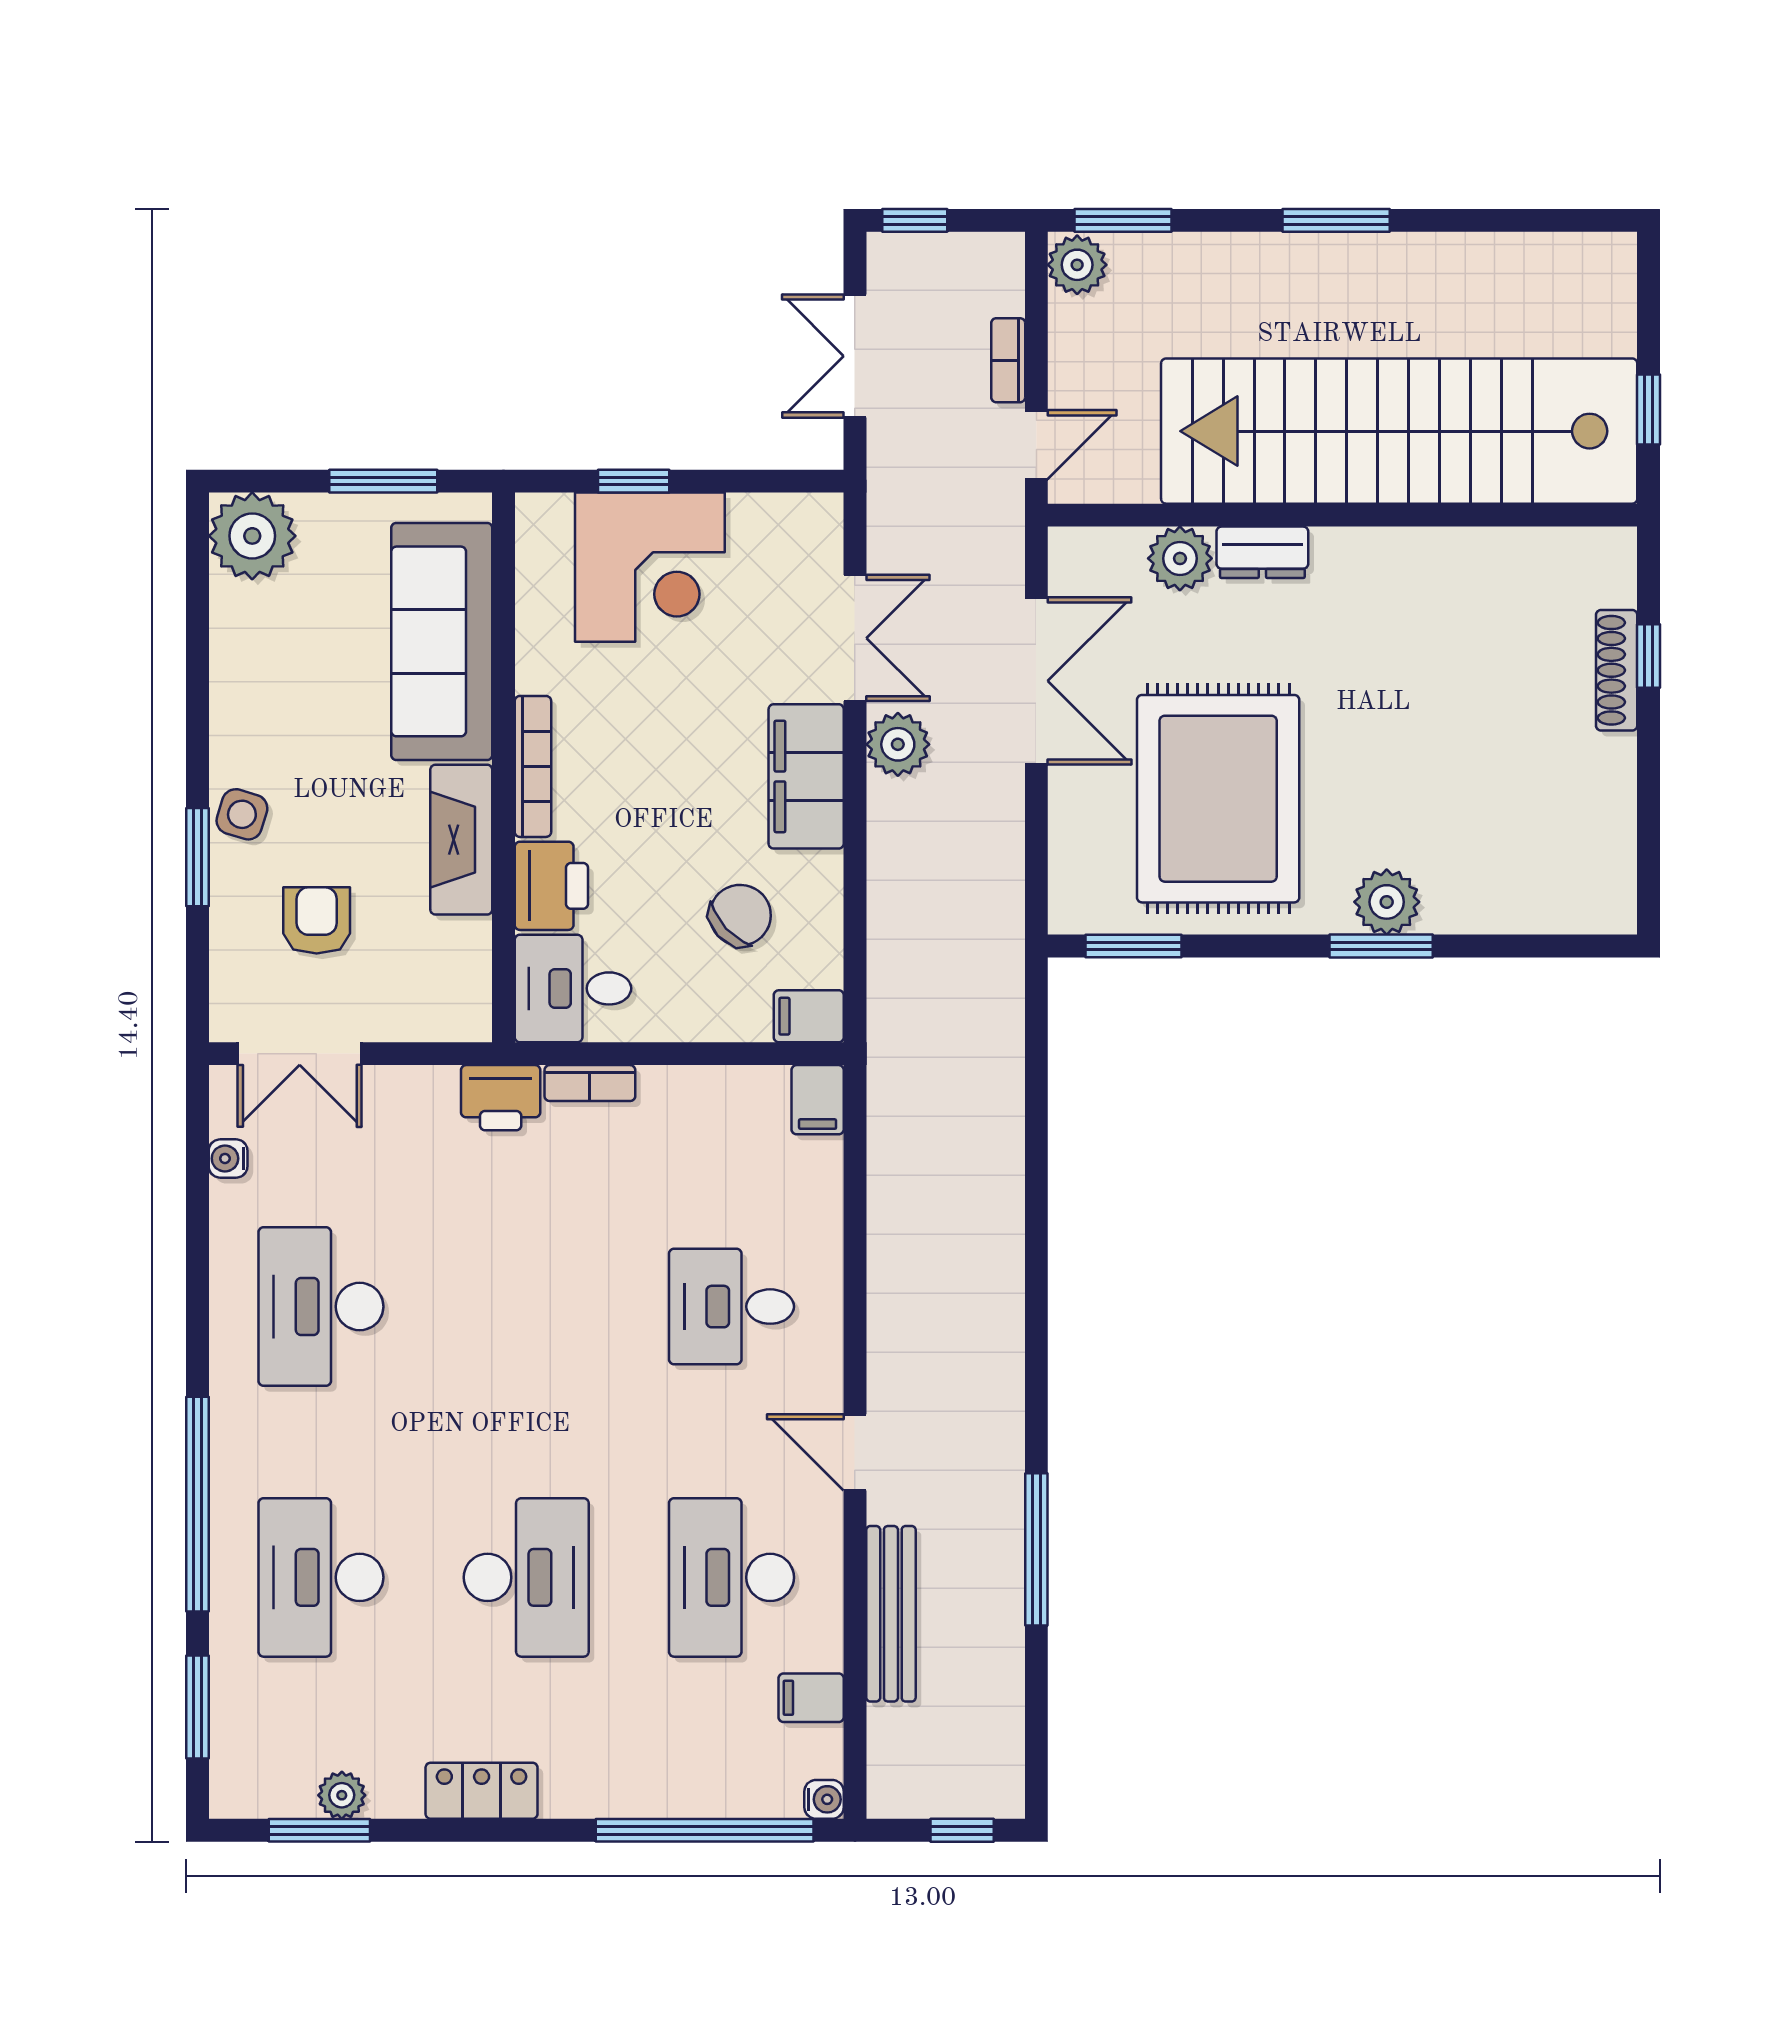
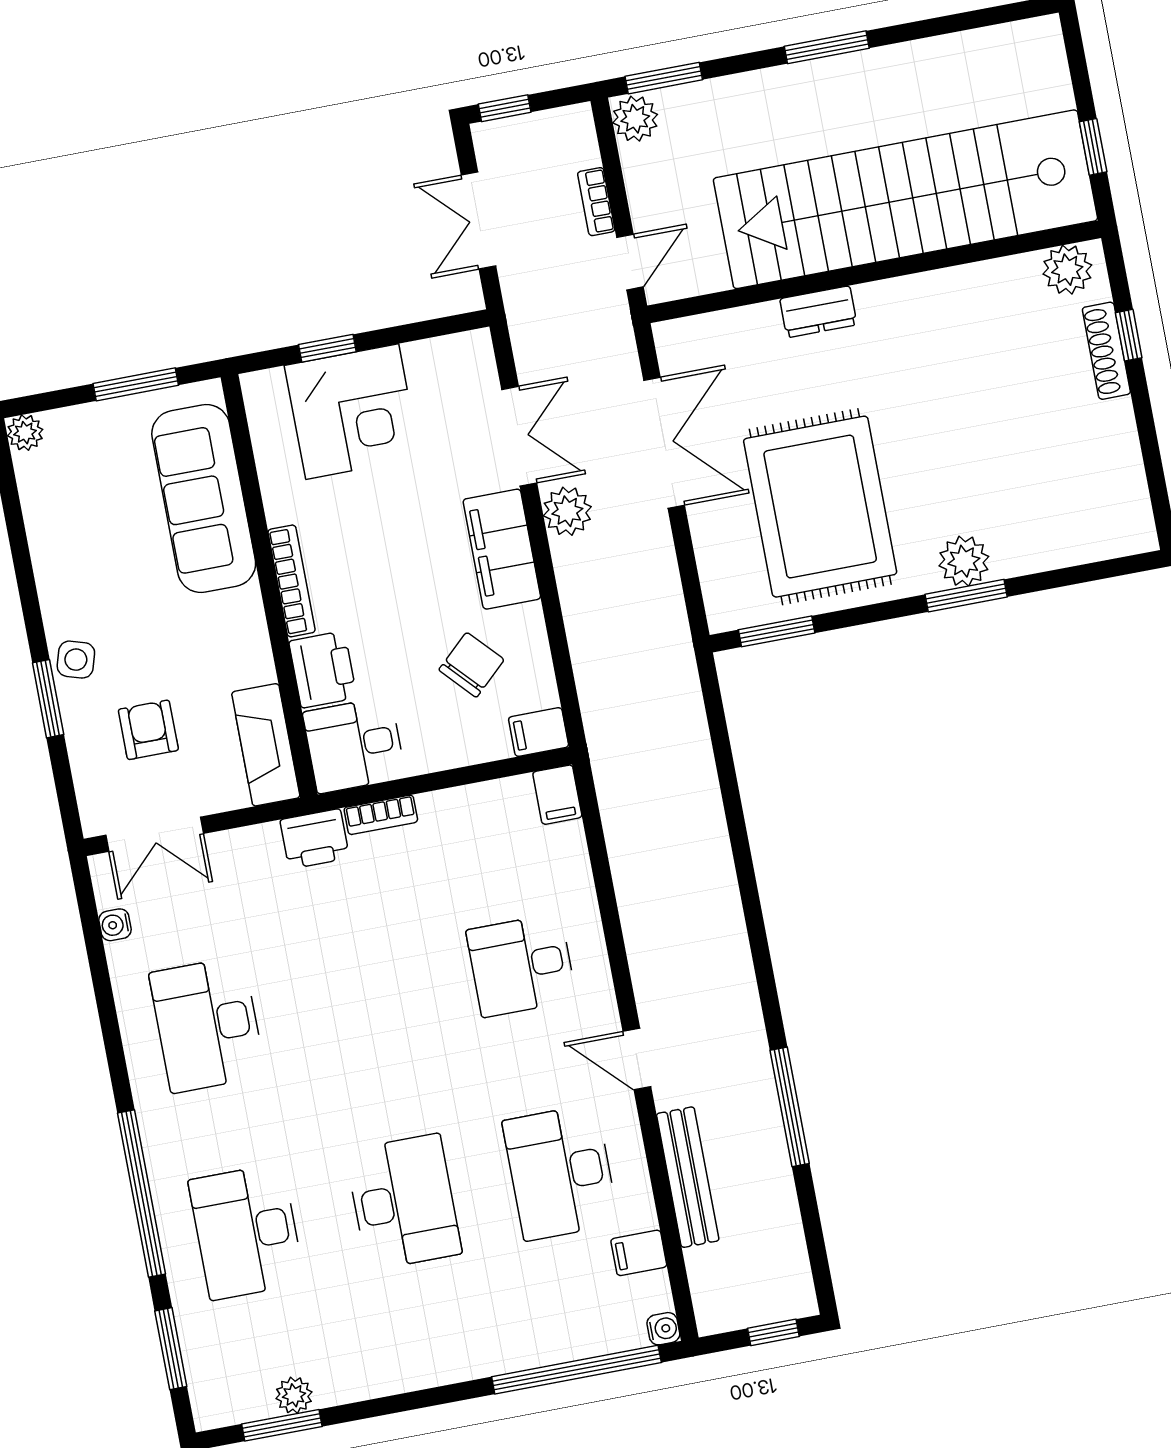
plant: (252, 536) -> (25, 433), width x0.53, depth x0.53
plant: (1180, 558) -> (1067, 270), moved
fireplace: (461, 840) -> (266, 745), moved
locker: (482, 1791) -> (400, 1372), removed

